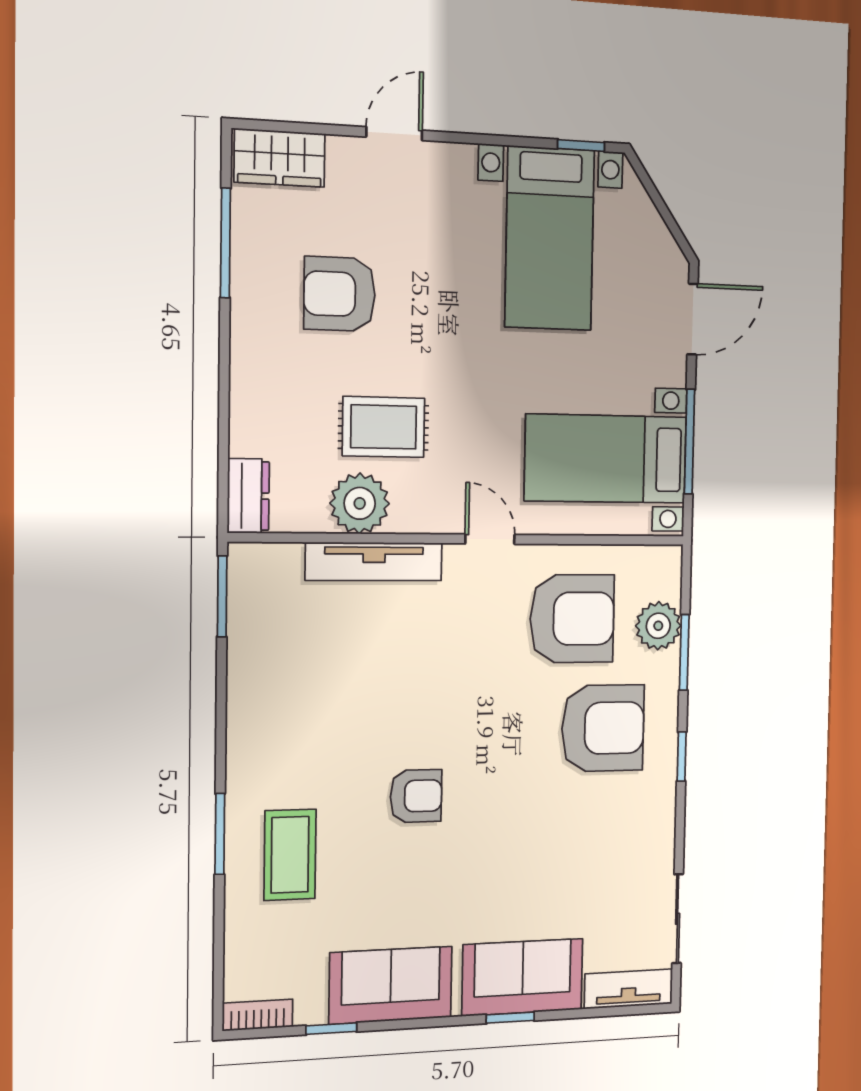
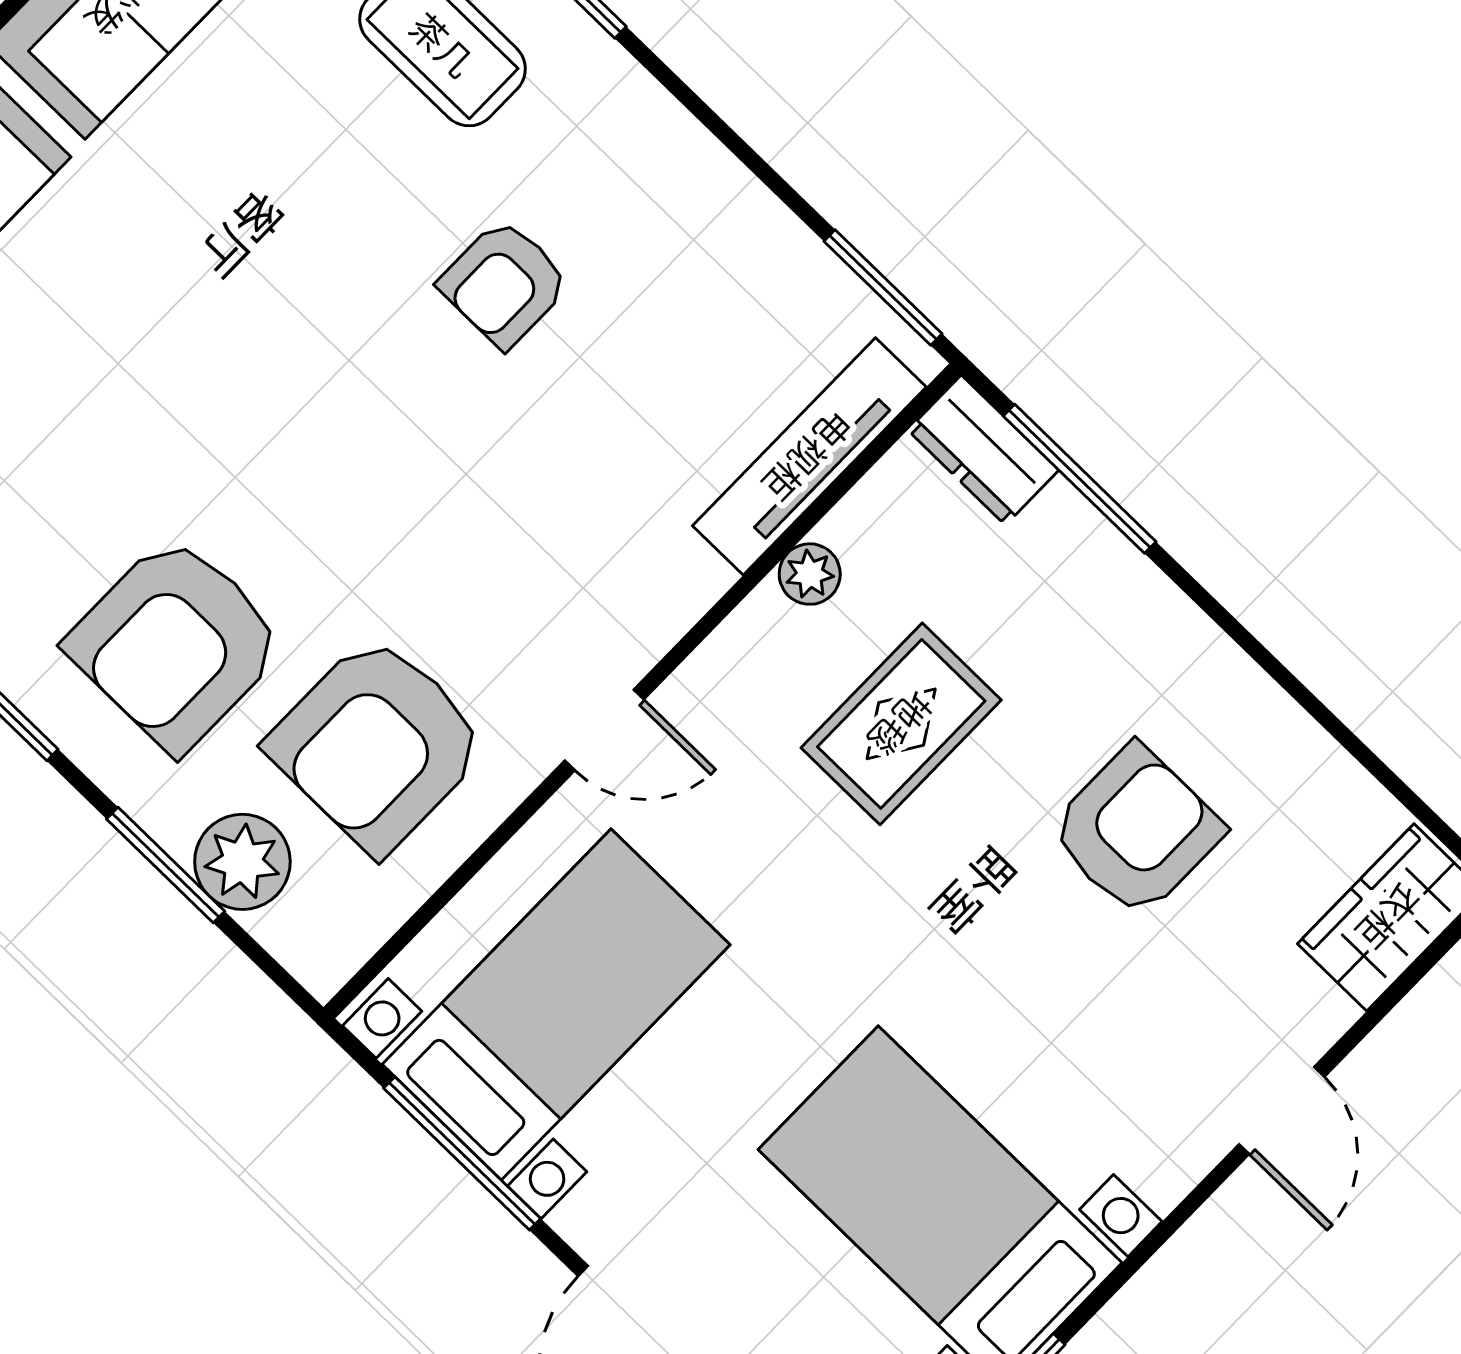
window: (225, 243) -> (1080, 479), moved
plant: (360, 503) -> (810, 574), width x0.53, depth x0.53
tv unit: (374, 562) -> (809, 456), moved
armchair: (416, 796) -> (504, 283), moved

